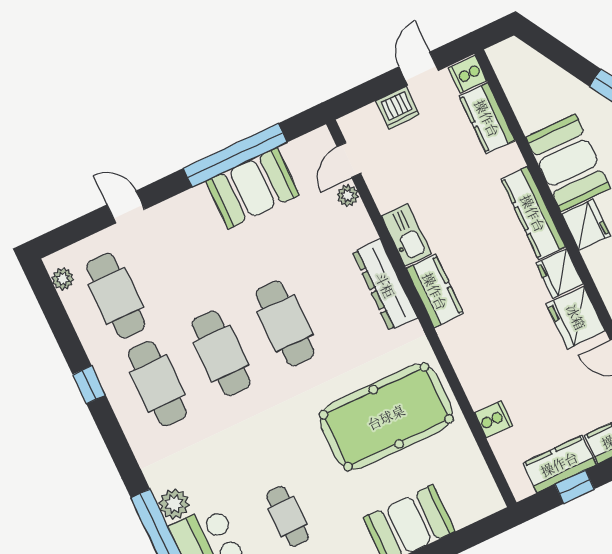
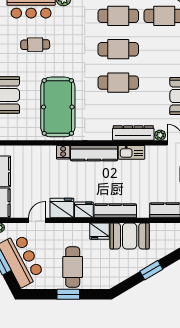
dresser: (385, 285) -> (133, 133), moved
kitchen counter: (435, 291) -> (94, 153), width x1.50
cooker: (494, 419) -> (63, 152), moved

